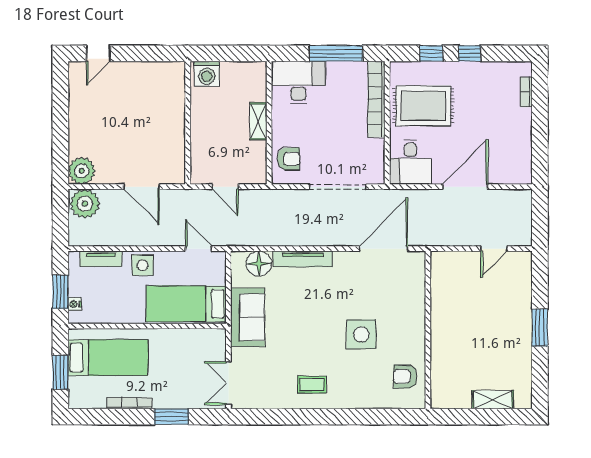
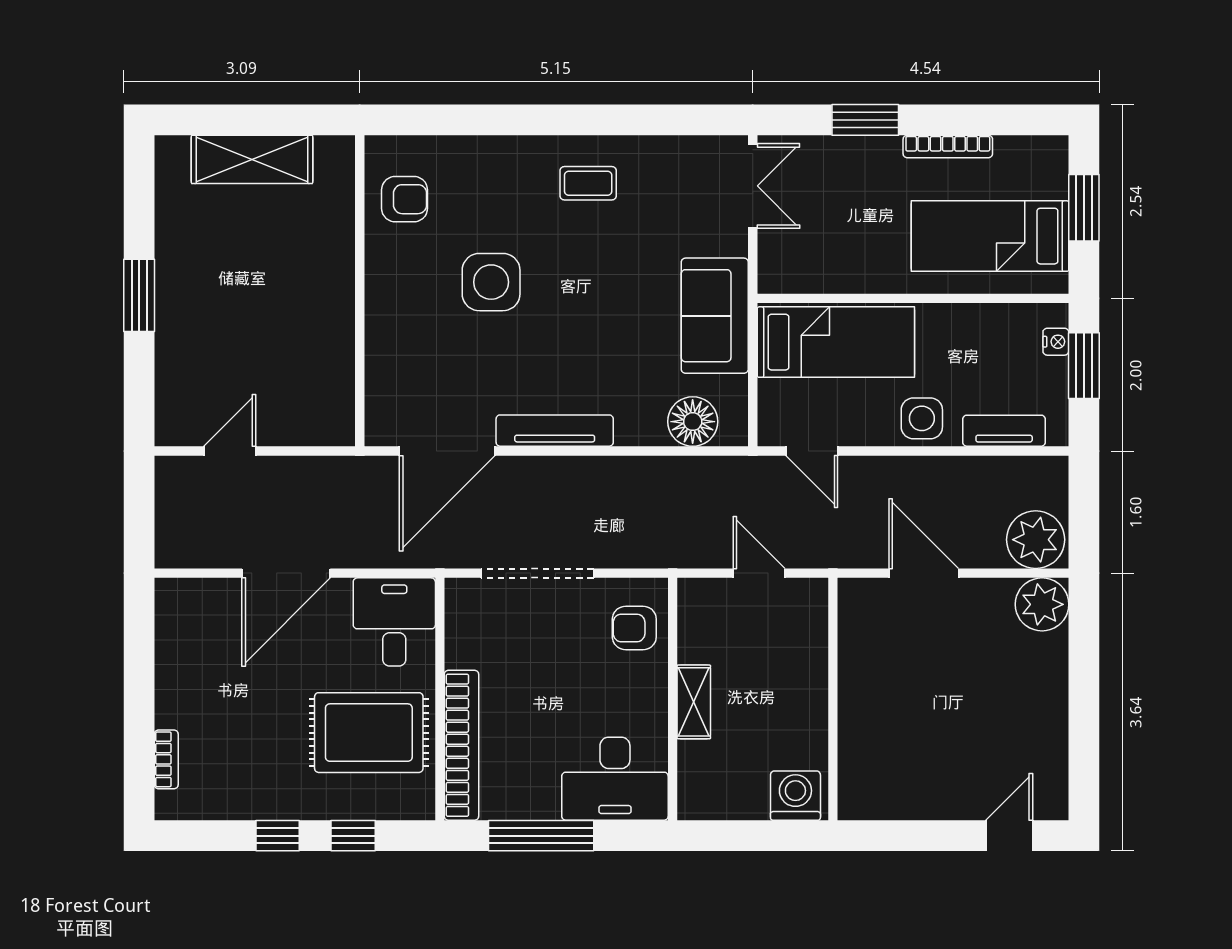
tv unit: (303, 259) -> (555, 431), moved
shelving: (493, 400) -> (252, 159), width x1.50, depth x1.33

